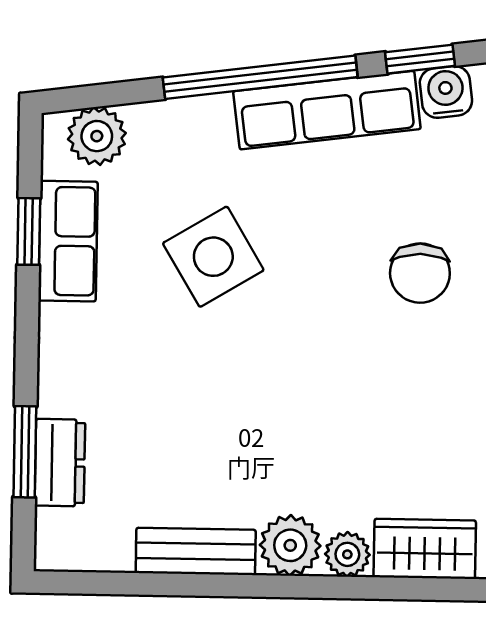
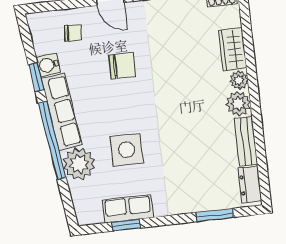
plant: (97, 136) -> (79, 164), moved, width x1.36, depth x1.36
side table: (213, 257) -> (127, 150), turned 31
dresser: (60, 463) -> (250, 184), moved, turned -90

